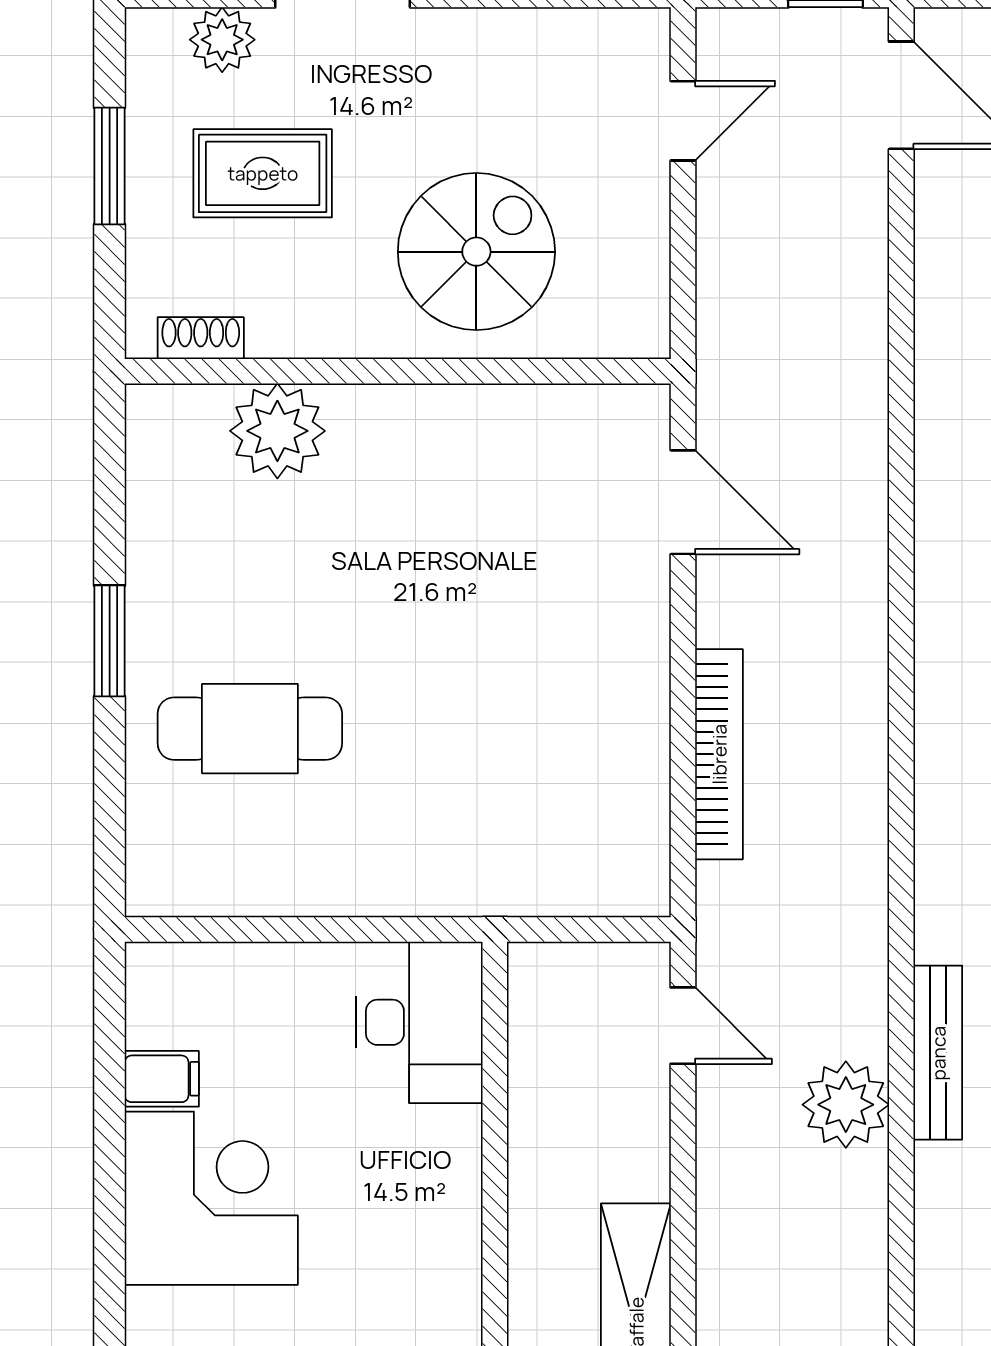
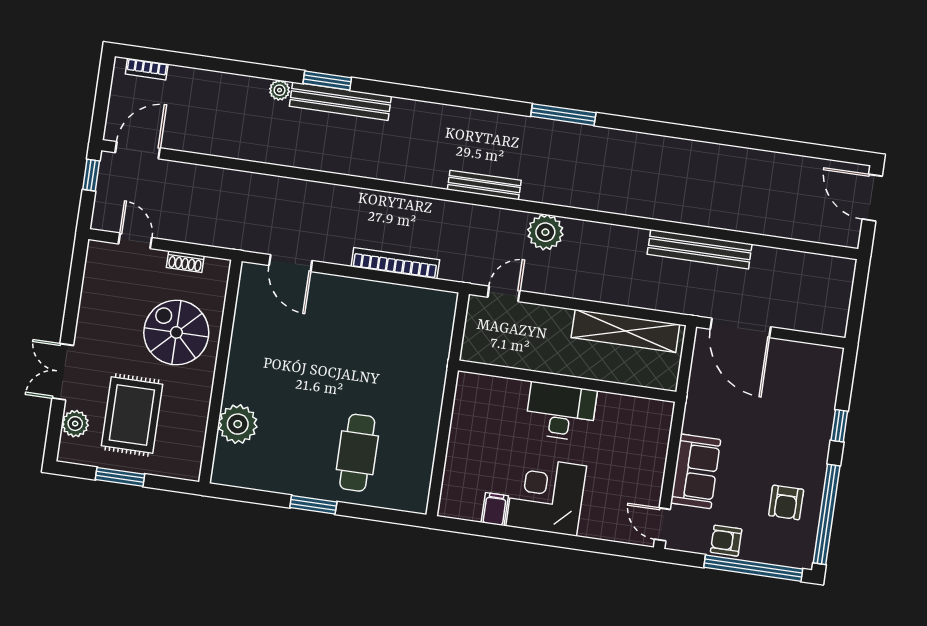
rug: (263, 173) -> (132, 415), width x1.36, depth x1.43
shoe rack: (201, 338) -> (185, 262), moved, turned -90
door: (683, 502) -> (291, 263), swing flipped
desk: (419, 1022) -> (561, 412), moved
bench: (938, 1053) -> (484, 185), moved

